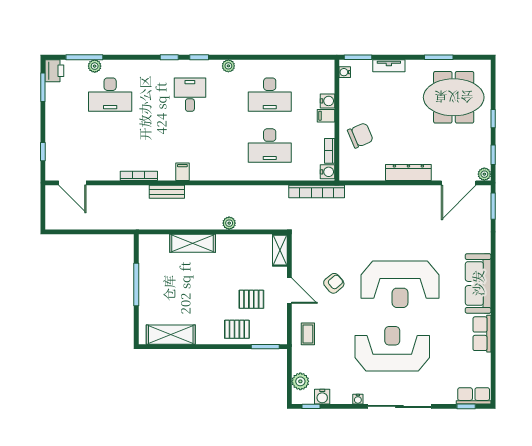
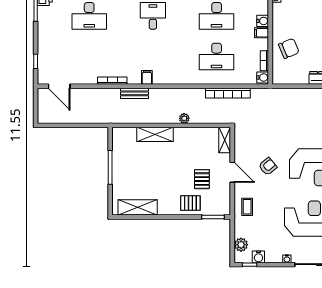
bookcase: (317, 191) -> (228, 93), moved
pallet: (251, 299) -> (202, 179), turned 90

